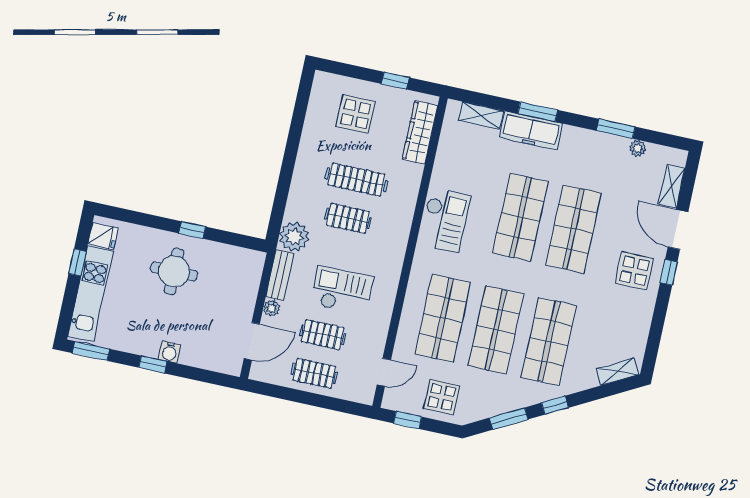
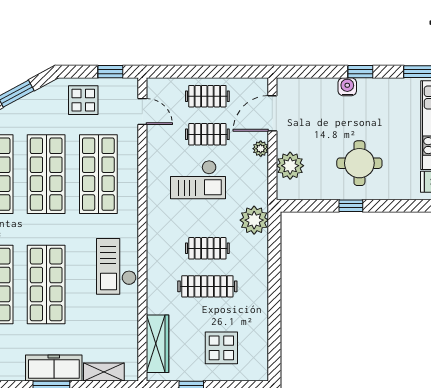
bench: (280, 275) -> (260, 181), removed
plant: (245, 284) -> (290, 166), added
door: (384, 372) -> (142, 111), swing flipped

